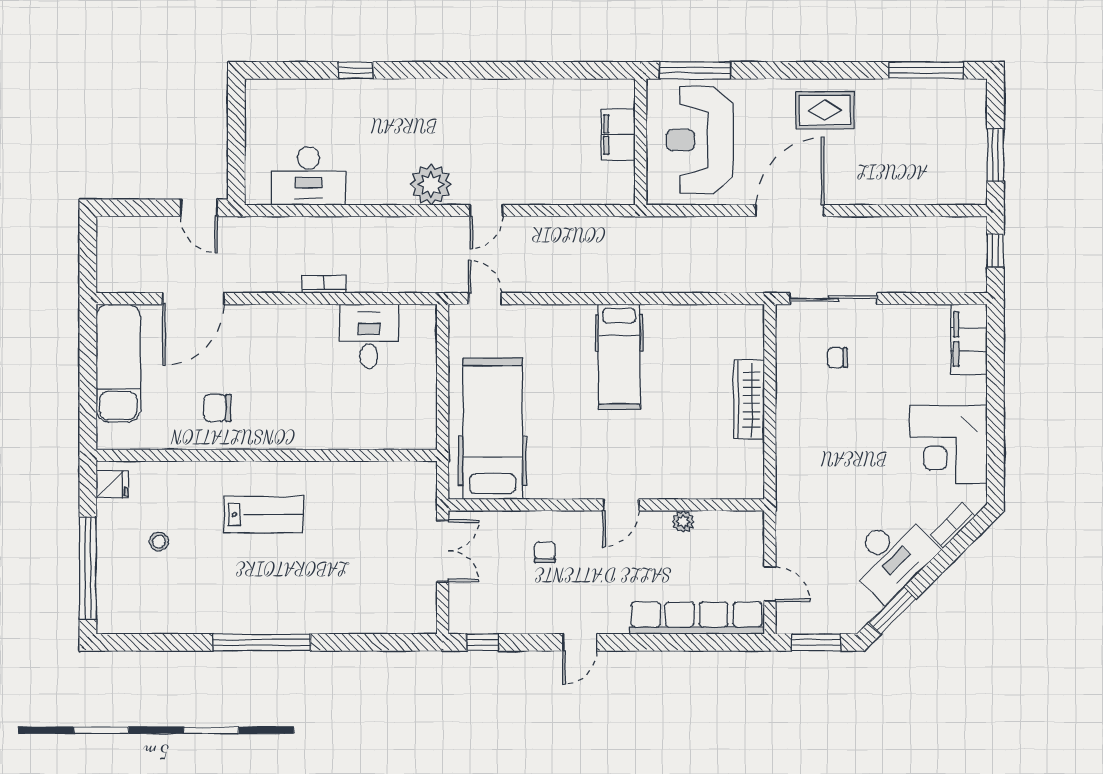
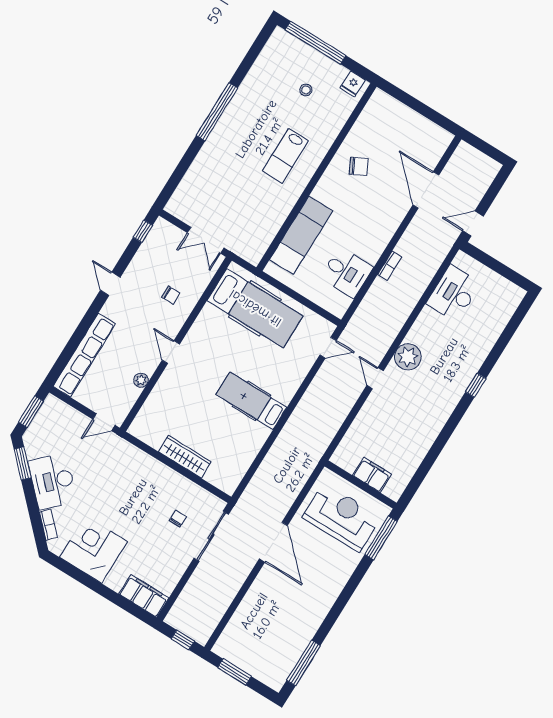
window: (356, 70) -> (476, 385), moved
rug: (825, 110) -> (316, 595), removed
exam couch: (118, 363) -> (301, 235), moved, turned -90
chair: (217, 408) -> (359, 166), turned 63
door: (770, 584) -> (104, 422), moved

